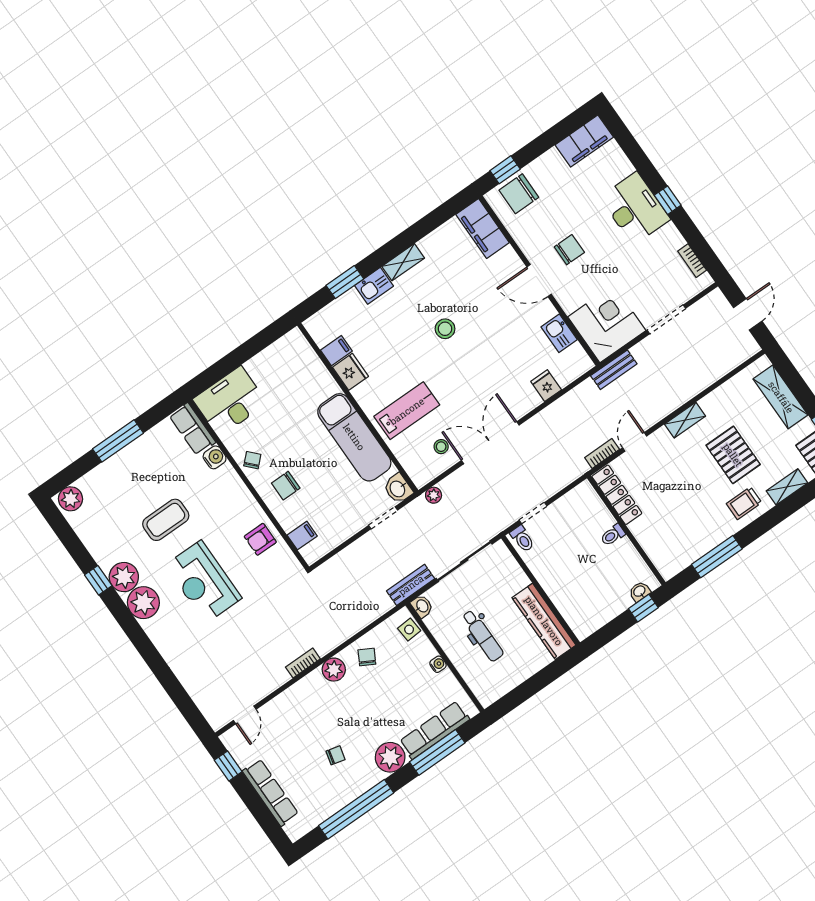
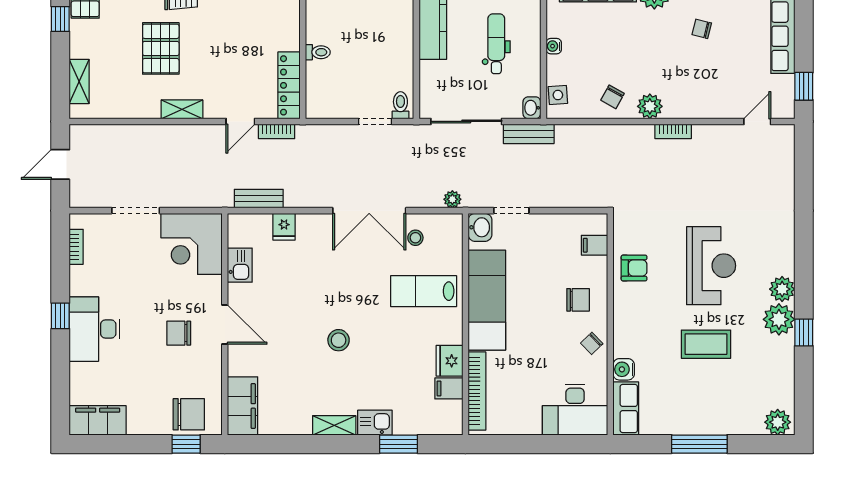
bookcase: (314, 364) -> (477, 391), added
bench: (614, 370) -> (259, 199), moved
shelving: (781, 397) -> (79, 82), width x0.67, depth x0.75
plant: (143, 603) -> (782, 289), width x0.73, depth x0.73

